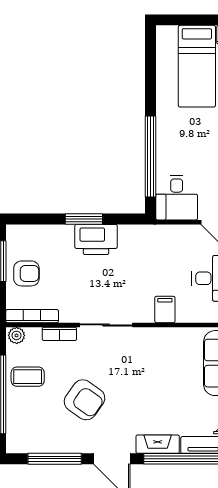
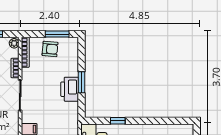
window: (150, 157) -> (118, 121), width x0.32
armchair: (26, 273) -> (50, 49), turned -85

